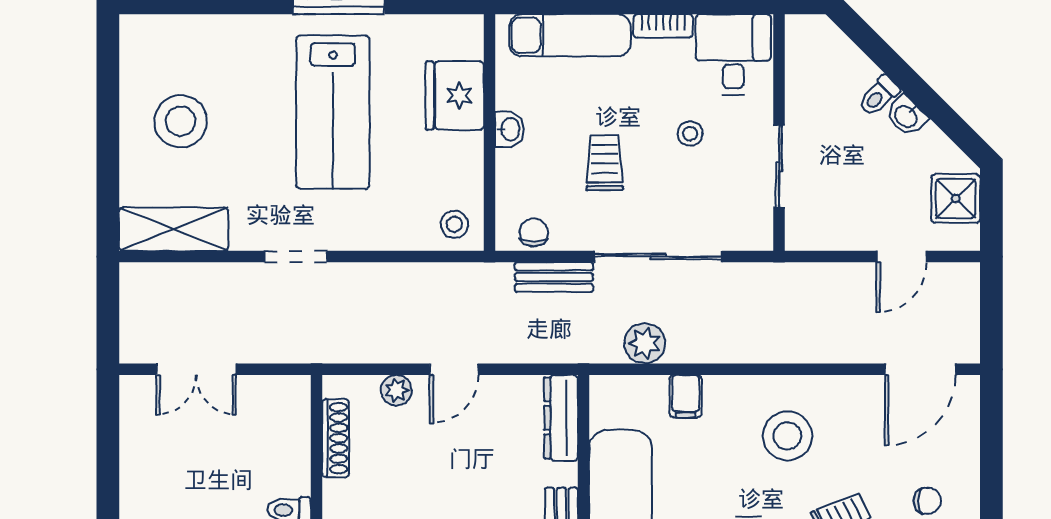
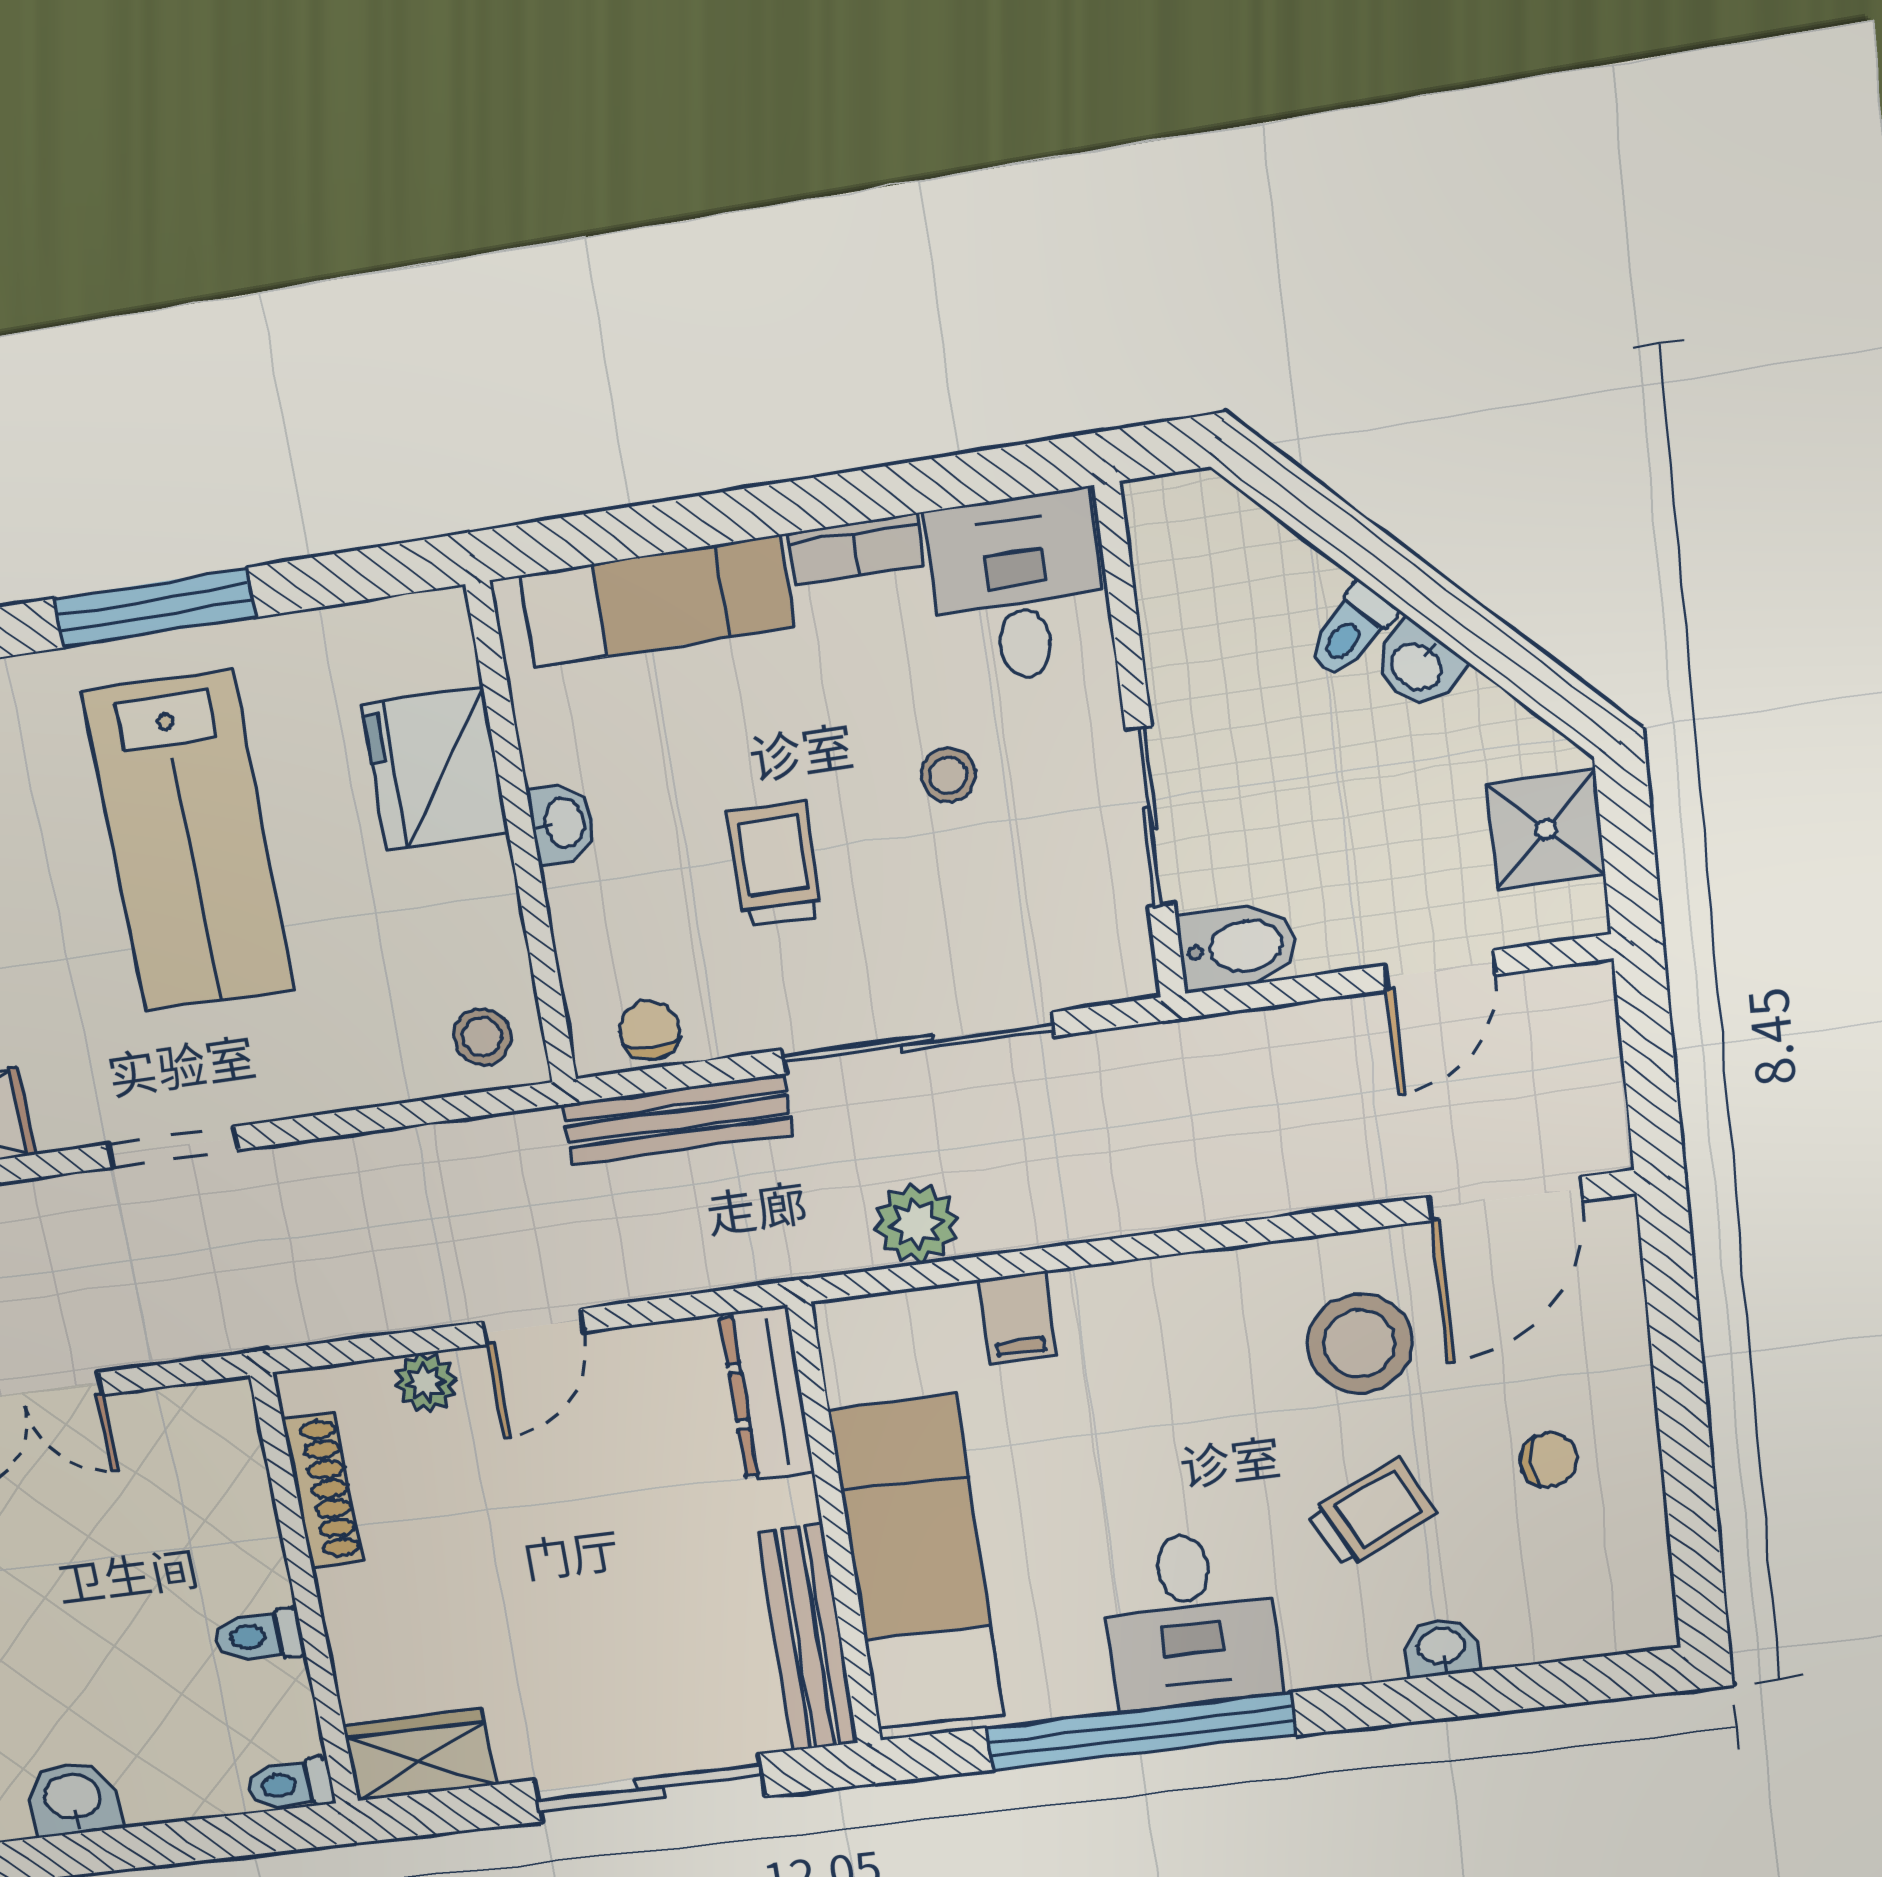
bidet: (811, 232) -> (1238, 947), added
bench: (554, 277) -> (677, 1119), width x1.36
stool: (787, 436) -> (1360, 1344), moved

